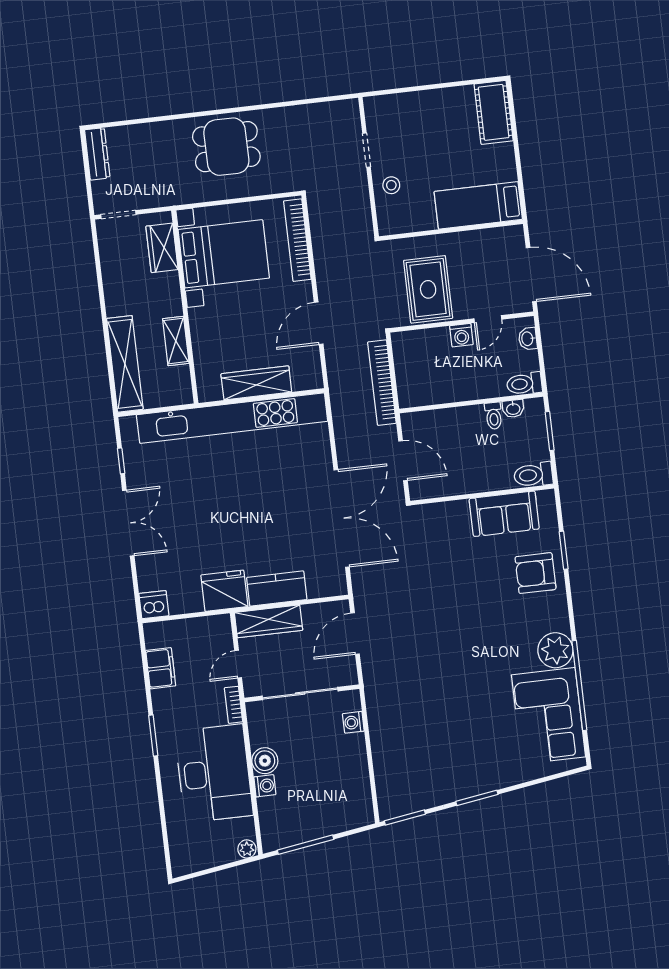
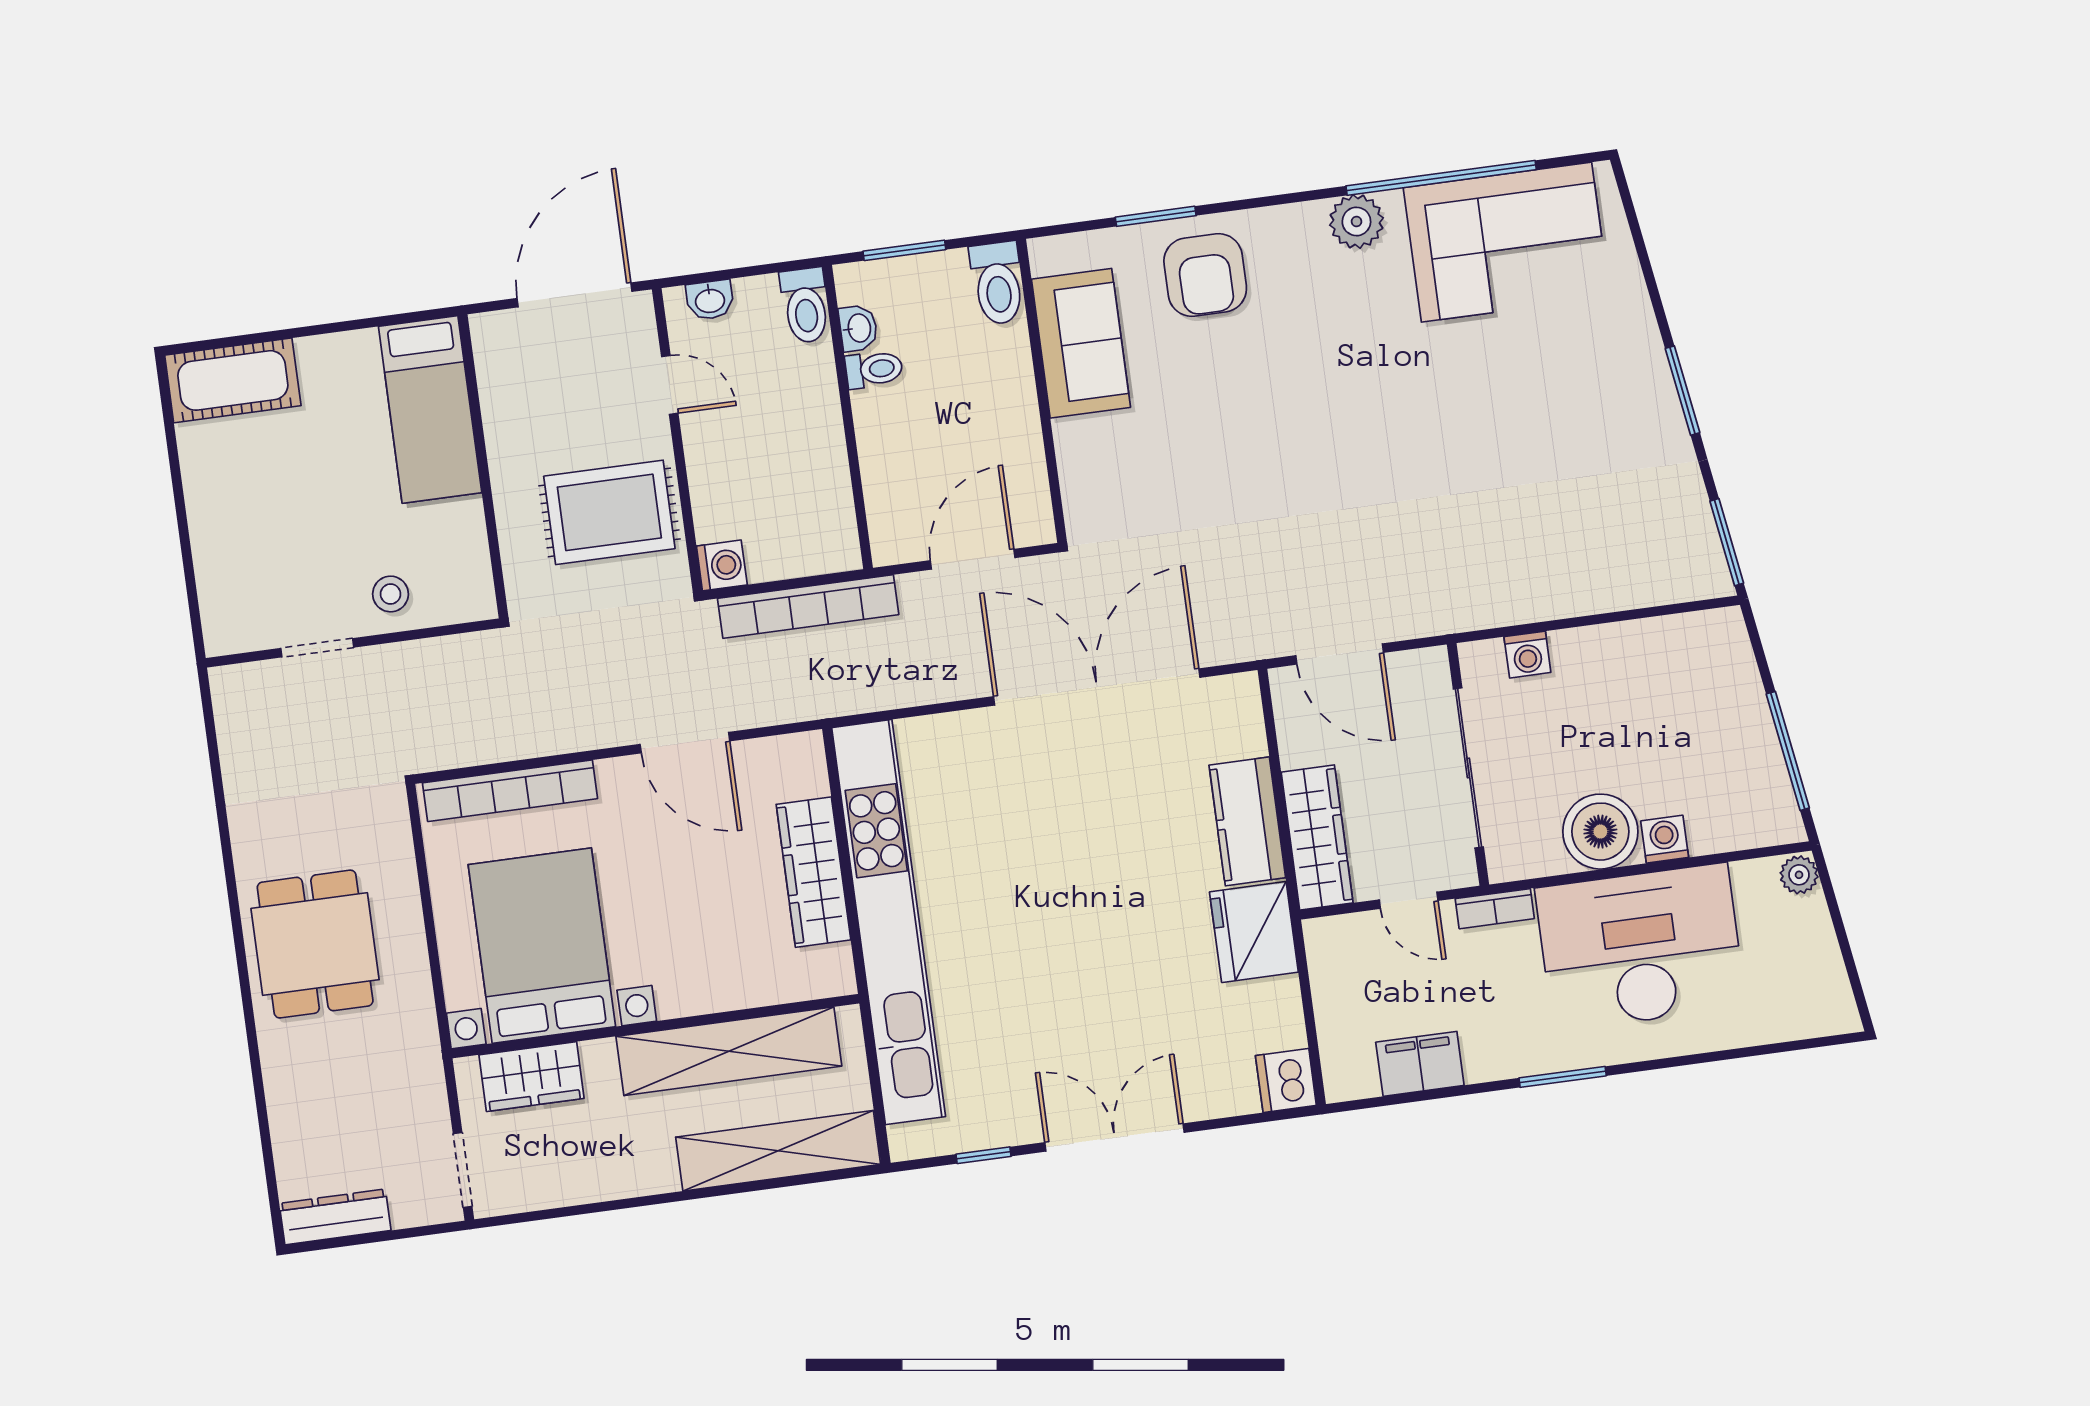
washing machine: (461, 335) -> (722, 565), moved
shelving: (176, 341) -> (729, 1051), width x2.20, depth x1.33
plant: (555, 650) -> (1356, 221), width x0.73, depth x0.73
boiler: (265, 761) -> (1600, 832), width x1.37, depth x1.37

